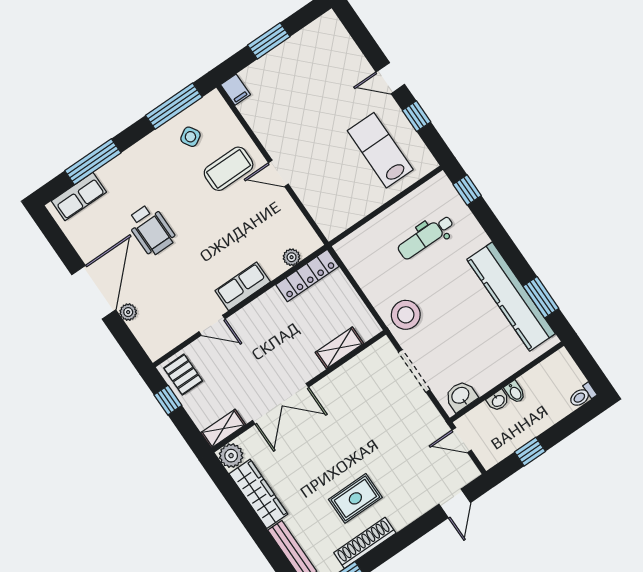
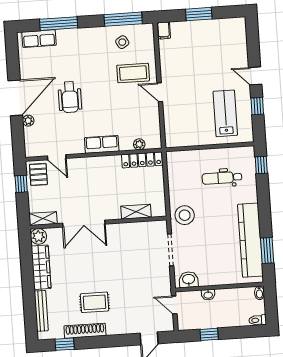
wheelchair: (151, 230) -> (70, 97), moved
door: (212, 325) -> (57, 157), moved
bidet: (515, 392) -> (259, 293), moved

